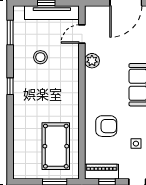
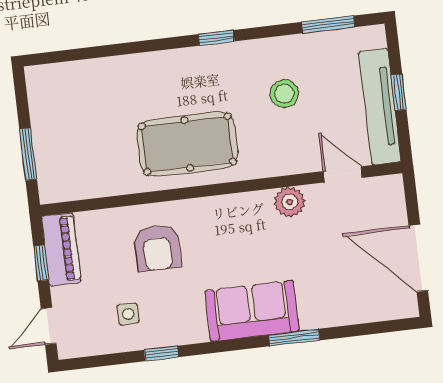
pool table: (56, 146) -> (187, 144), moved

